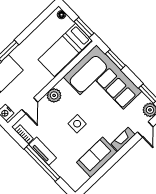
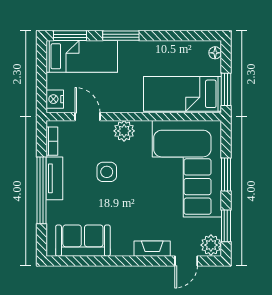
window: (115, 60) -> (226, 174), moved
door: (30, 106) -> (88, 117), swing flipped
side table: (77, 124) -> (107, 172), moved
sofa: (97, 157) -> (83, 241), moved

